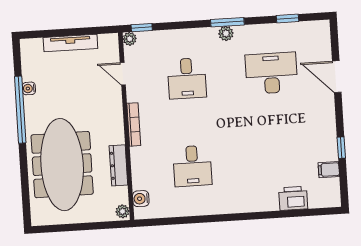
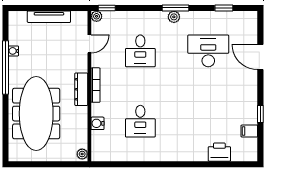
door: (123, 74) -> (89, 44), swing flipped
dresser: (118, 165) -> (81, 89), moved
water cooler: (141, 199) -> (97, 123), moved

